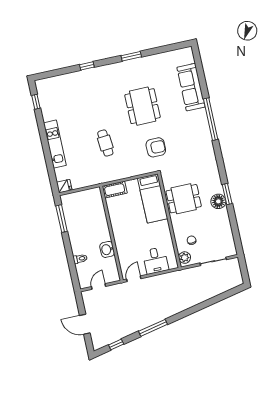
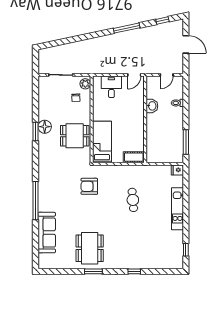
dining table: (143, 106) -> (90, 248), moved

